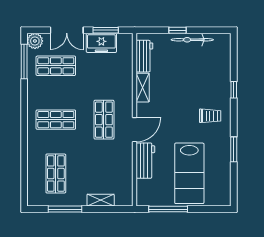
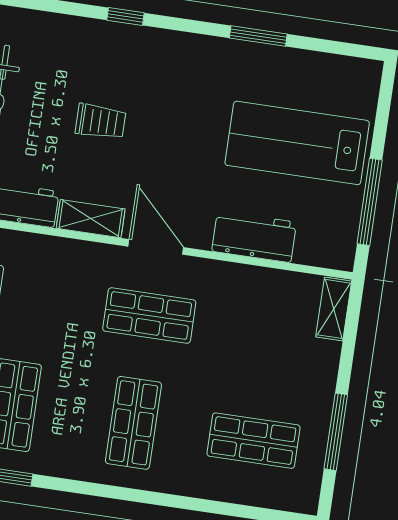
trolley: (210, 116) -> (101, 122), moved, turned 90
door: (135, 130) -> (156, 247), moved
lab bench: (189, 173) -> (297, 143), turned 180
shelving: (101, 200) -> (334, 309), moved

